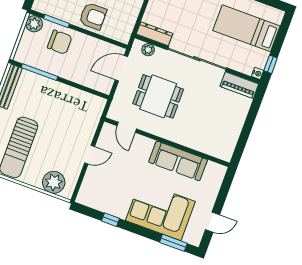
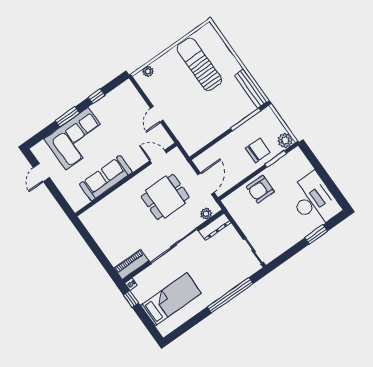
chair: (60, 42) -> (258, 150), turned 180
plant: (54, 182) -> (148, 71), width x0.53, depth x0.53
window: (173, 243) -> (67, 117), moved

